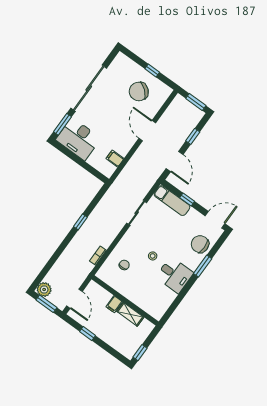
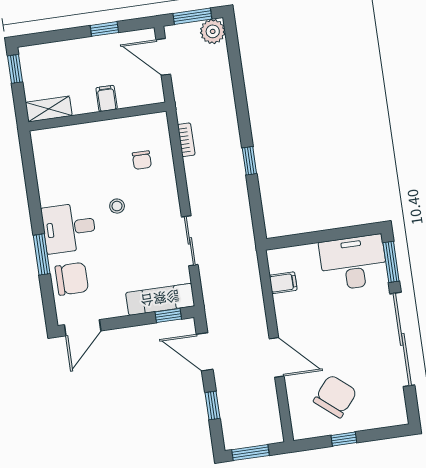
window: (187, 200) -> (168, 315), moved
desk: (175, 275) -> (69, 228), moved
shelving: (130, 314) -> (49, 109), moved

